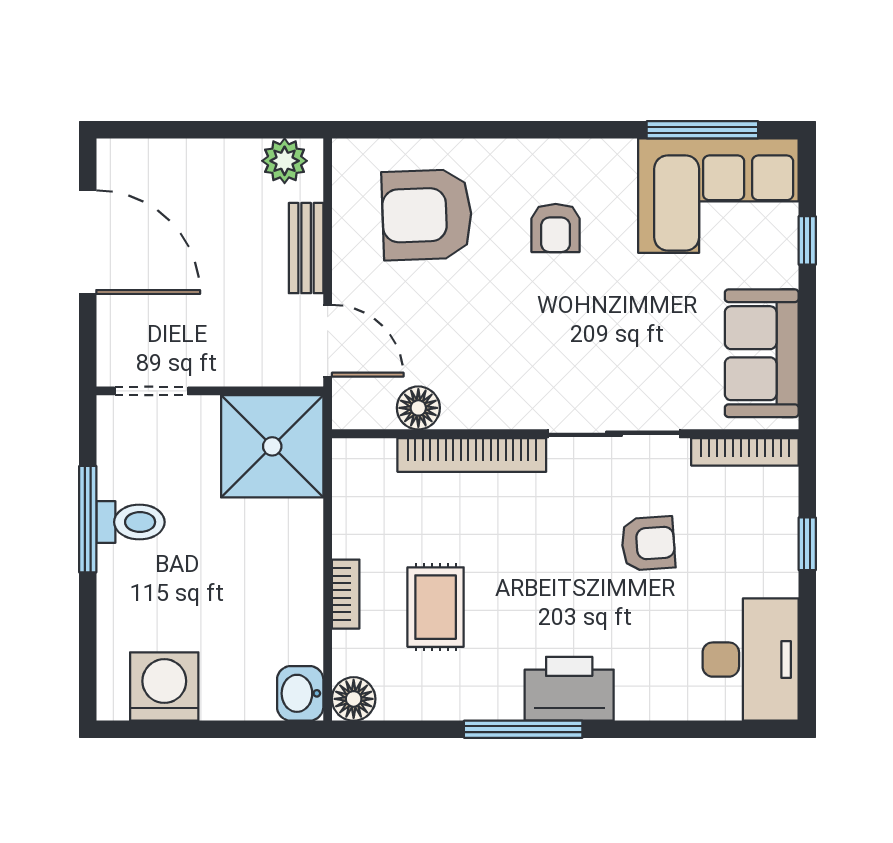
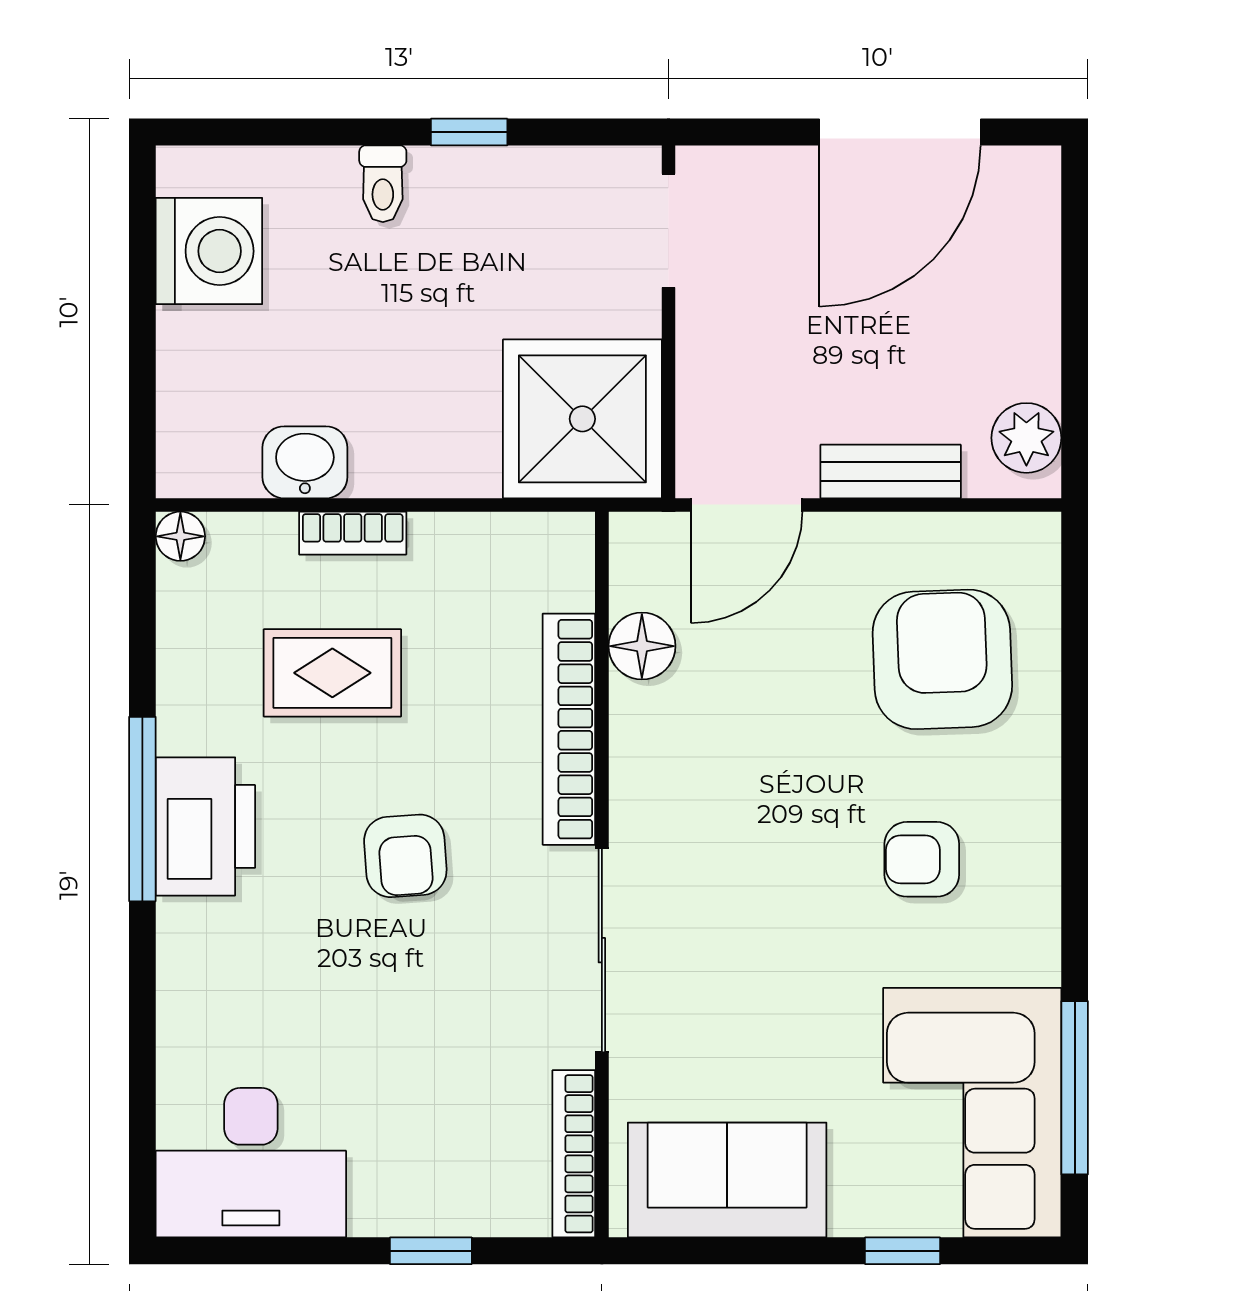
window: (88, 519) -> (469, 132), width x0.46
toilet: (131, 522) -> (383, 184), moved, width x0.73, depth x0.72
armchair: (648, 543) -> (405, 856), moved
printer: (569, 689) -> (205, 826), moved
washbasin: (300, 693) -> (305, 462), moved
floor lamp: (354, 699) -> (180, 536), width x0.73, depth x0.73

